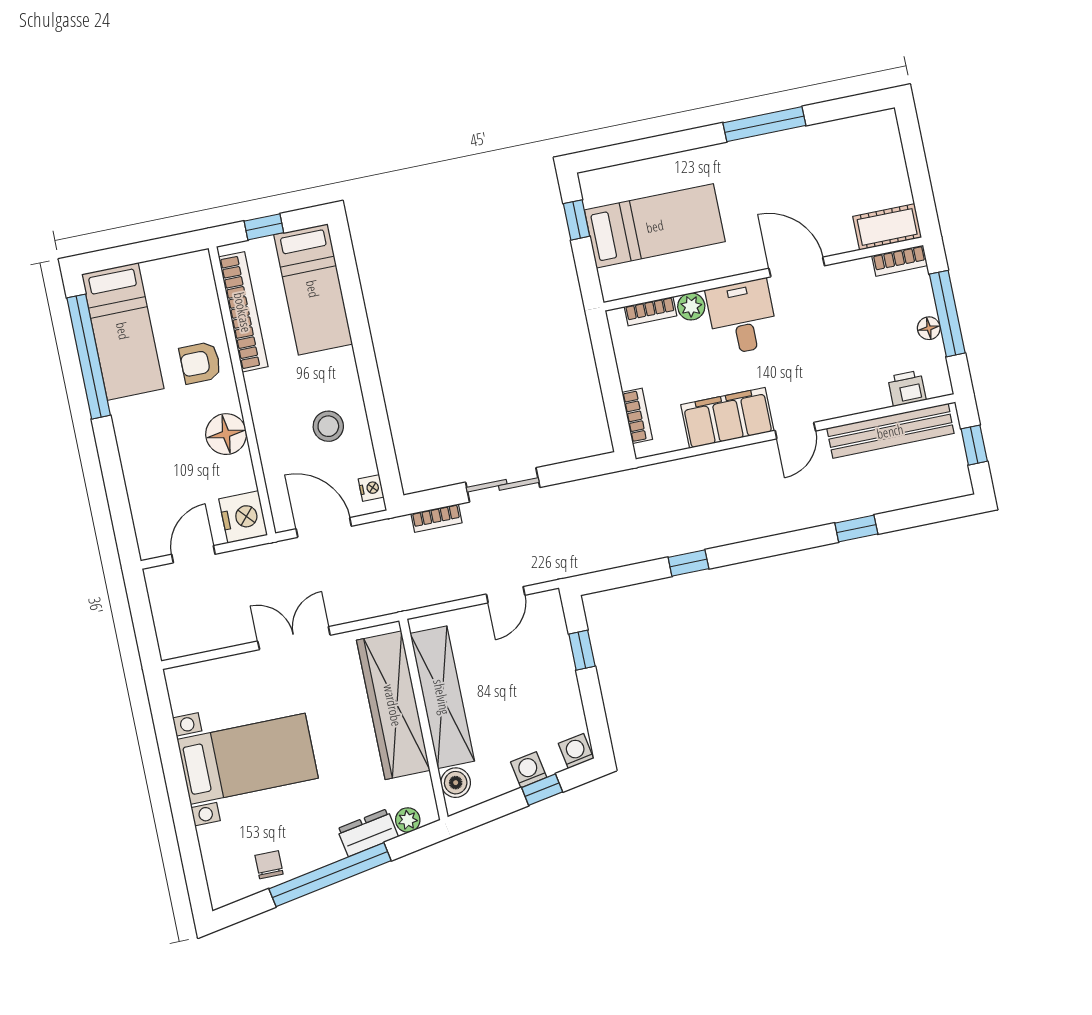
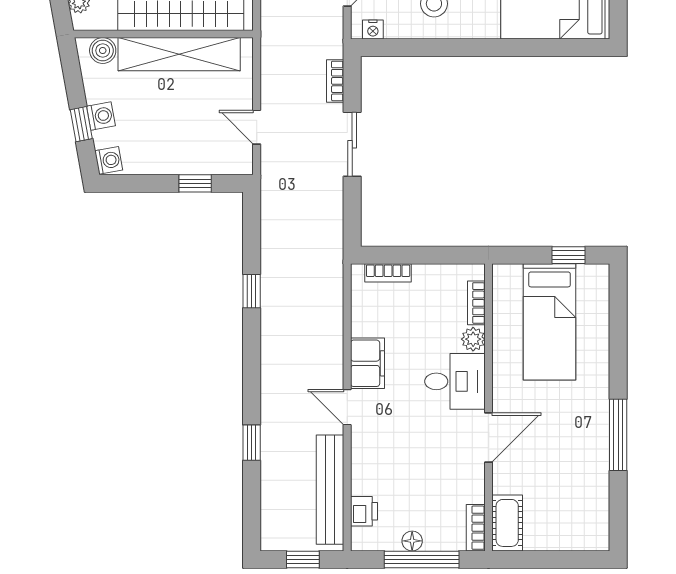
filing cabinet: (727, 418) -> (367, 363), width x0.67, depth x0.86

